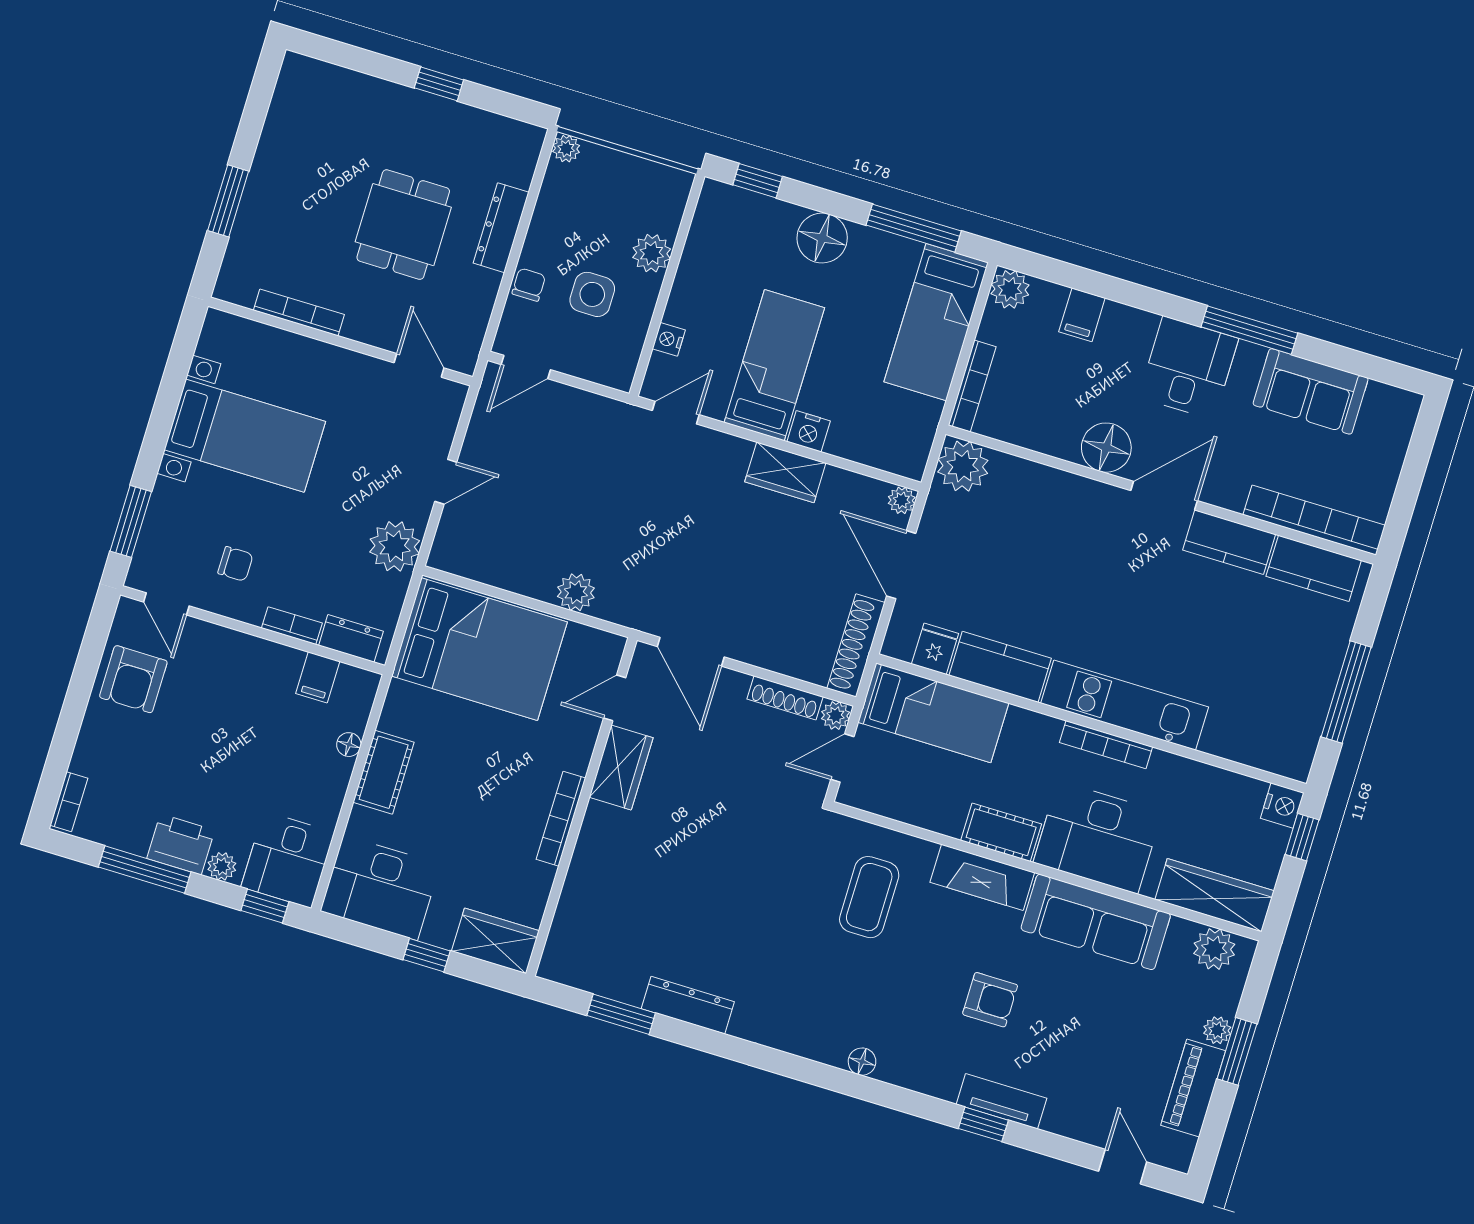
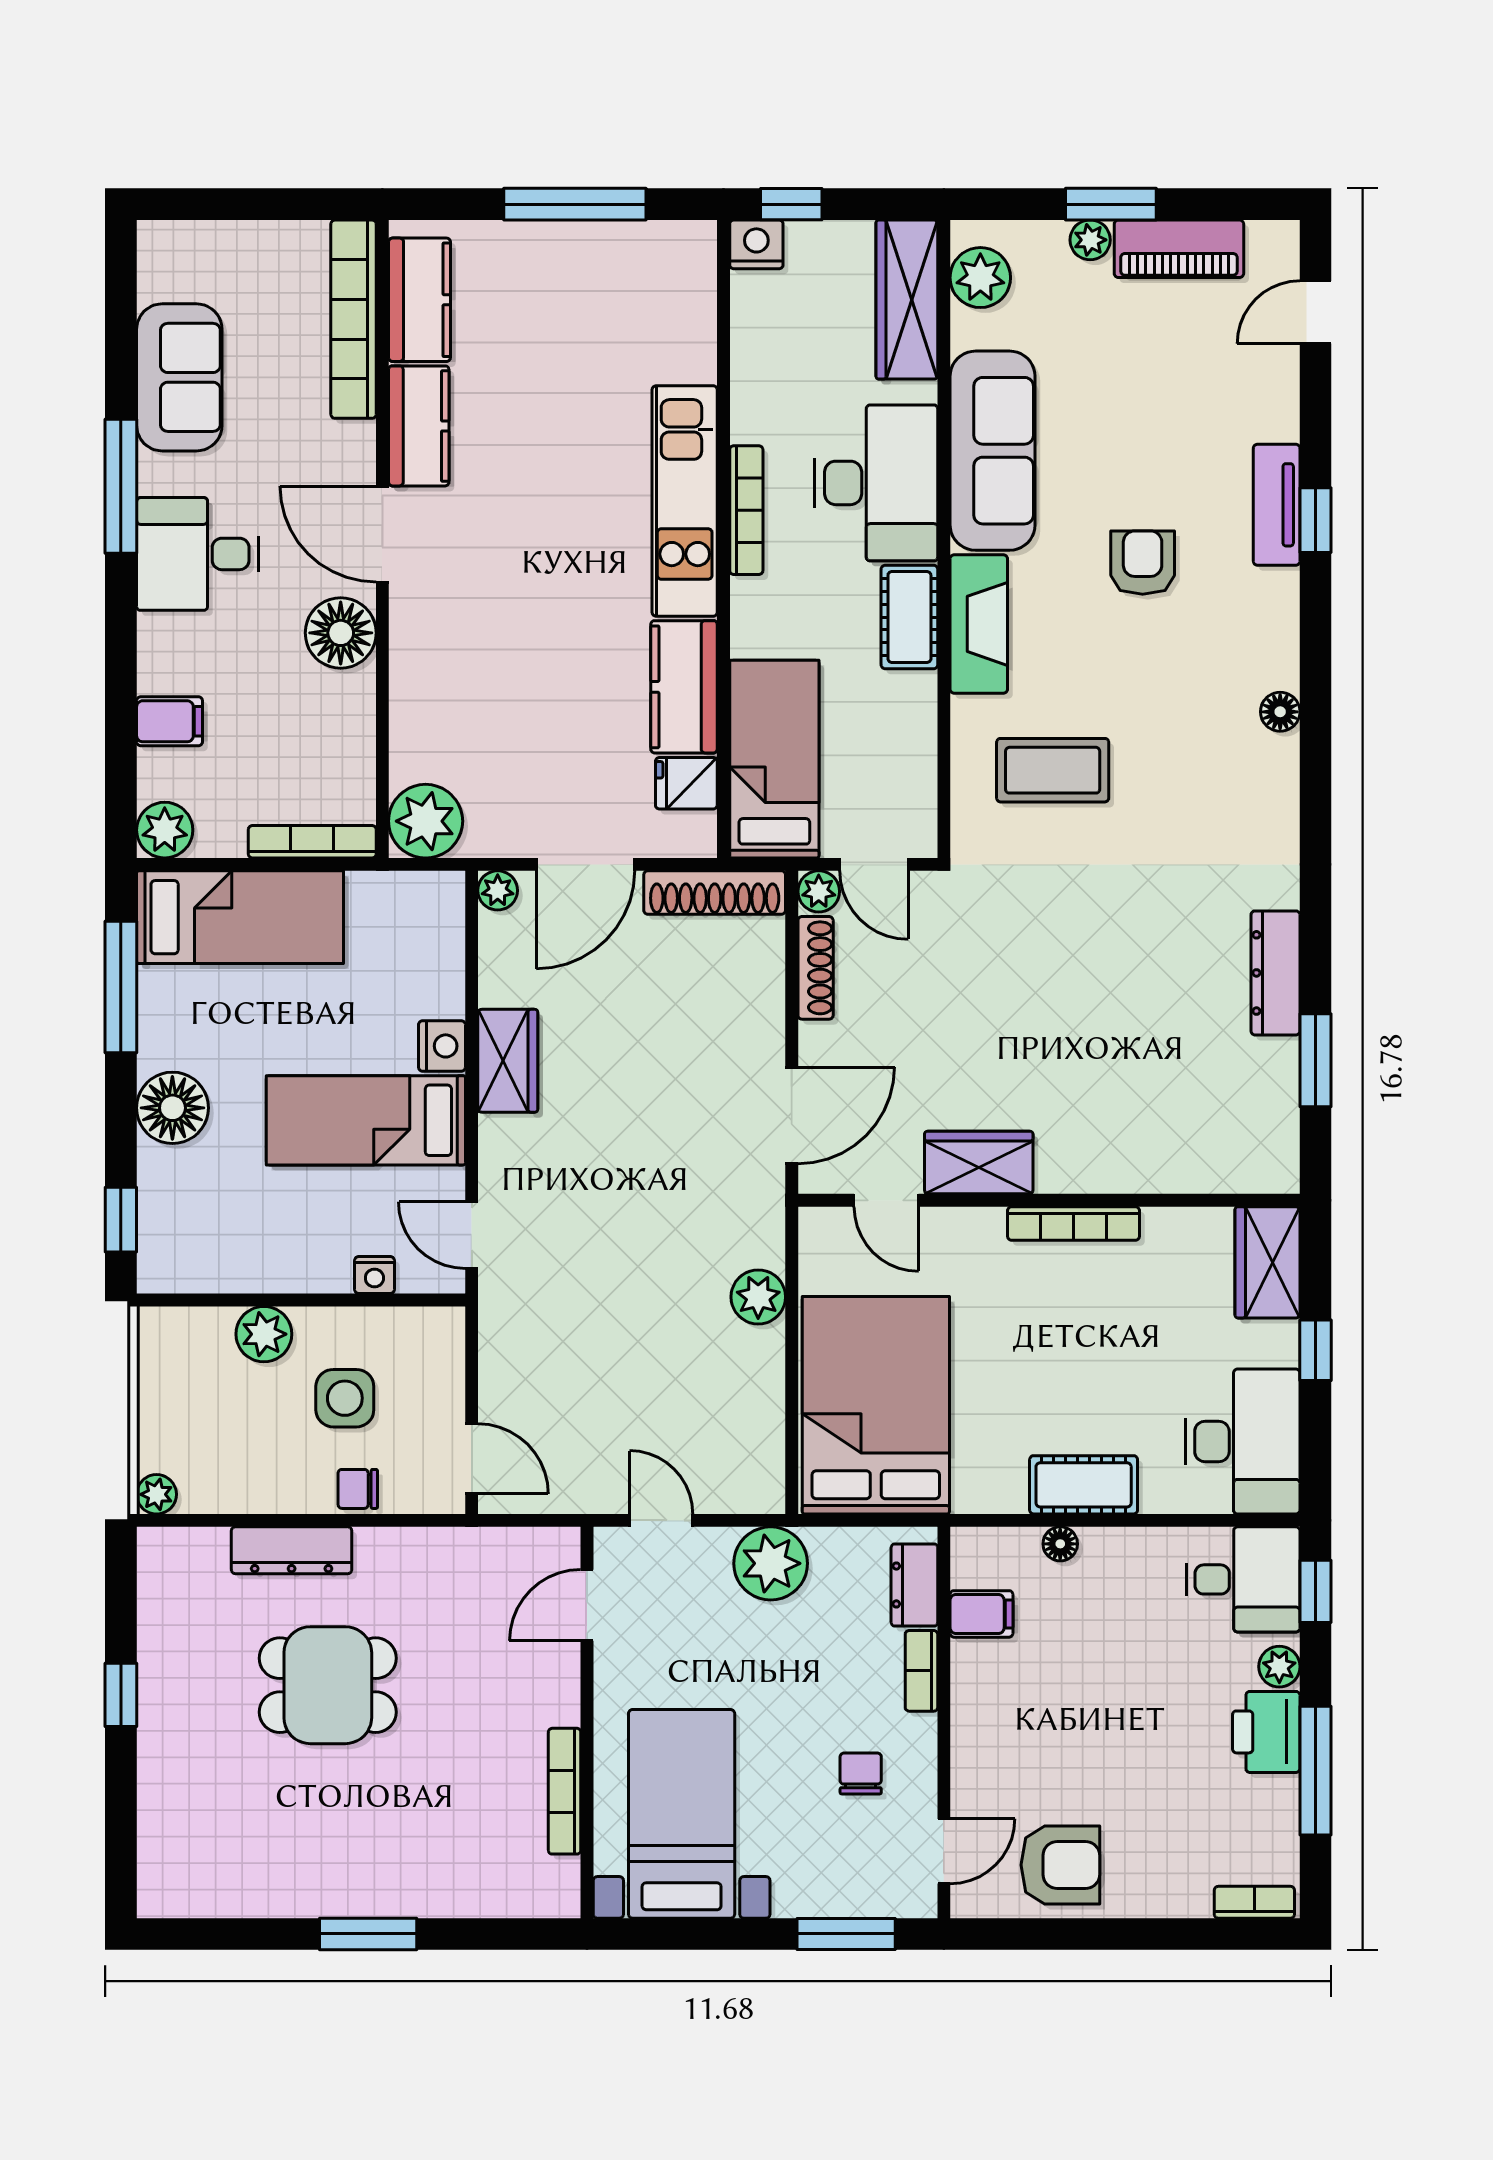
bookcase: (299, 312) -> (565, 1791), moved
wall: (340, 342) -> (587, 1722), moved
door: (419, 365) -> (587, 1605), moved

